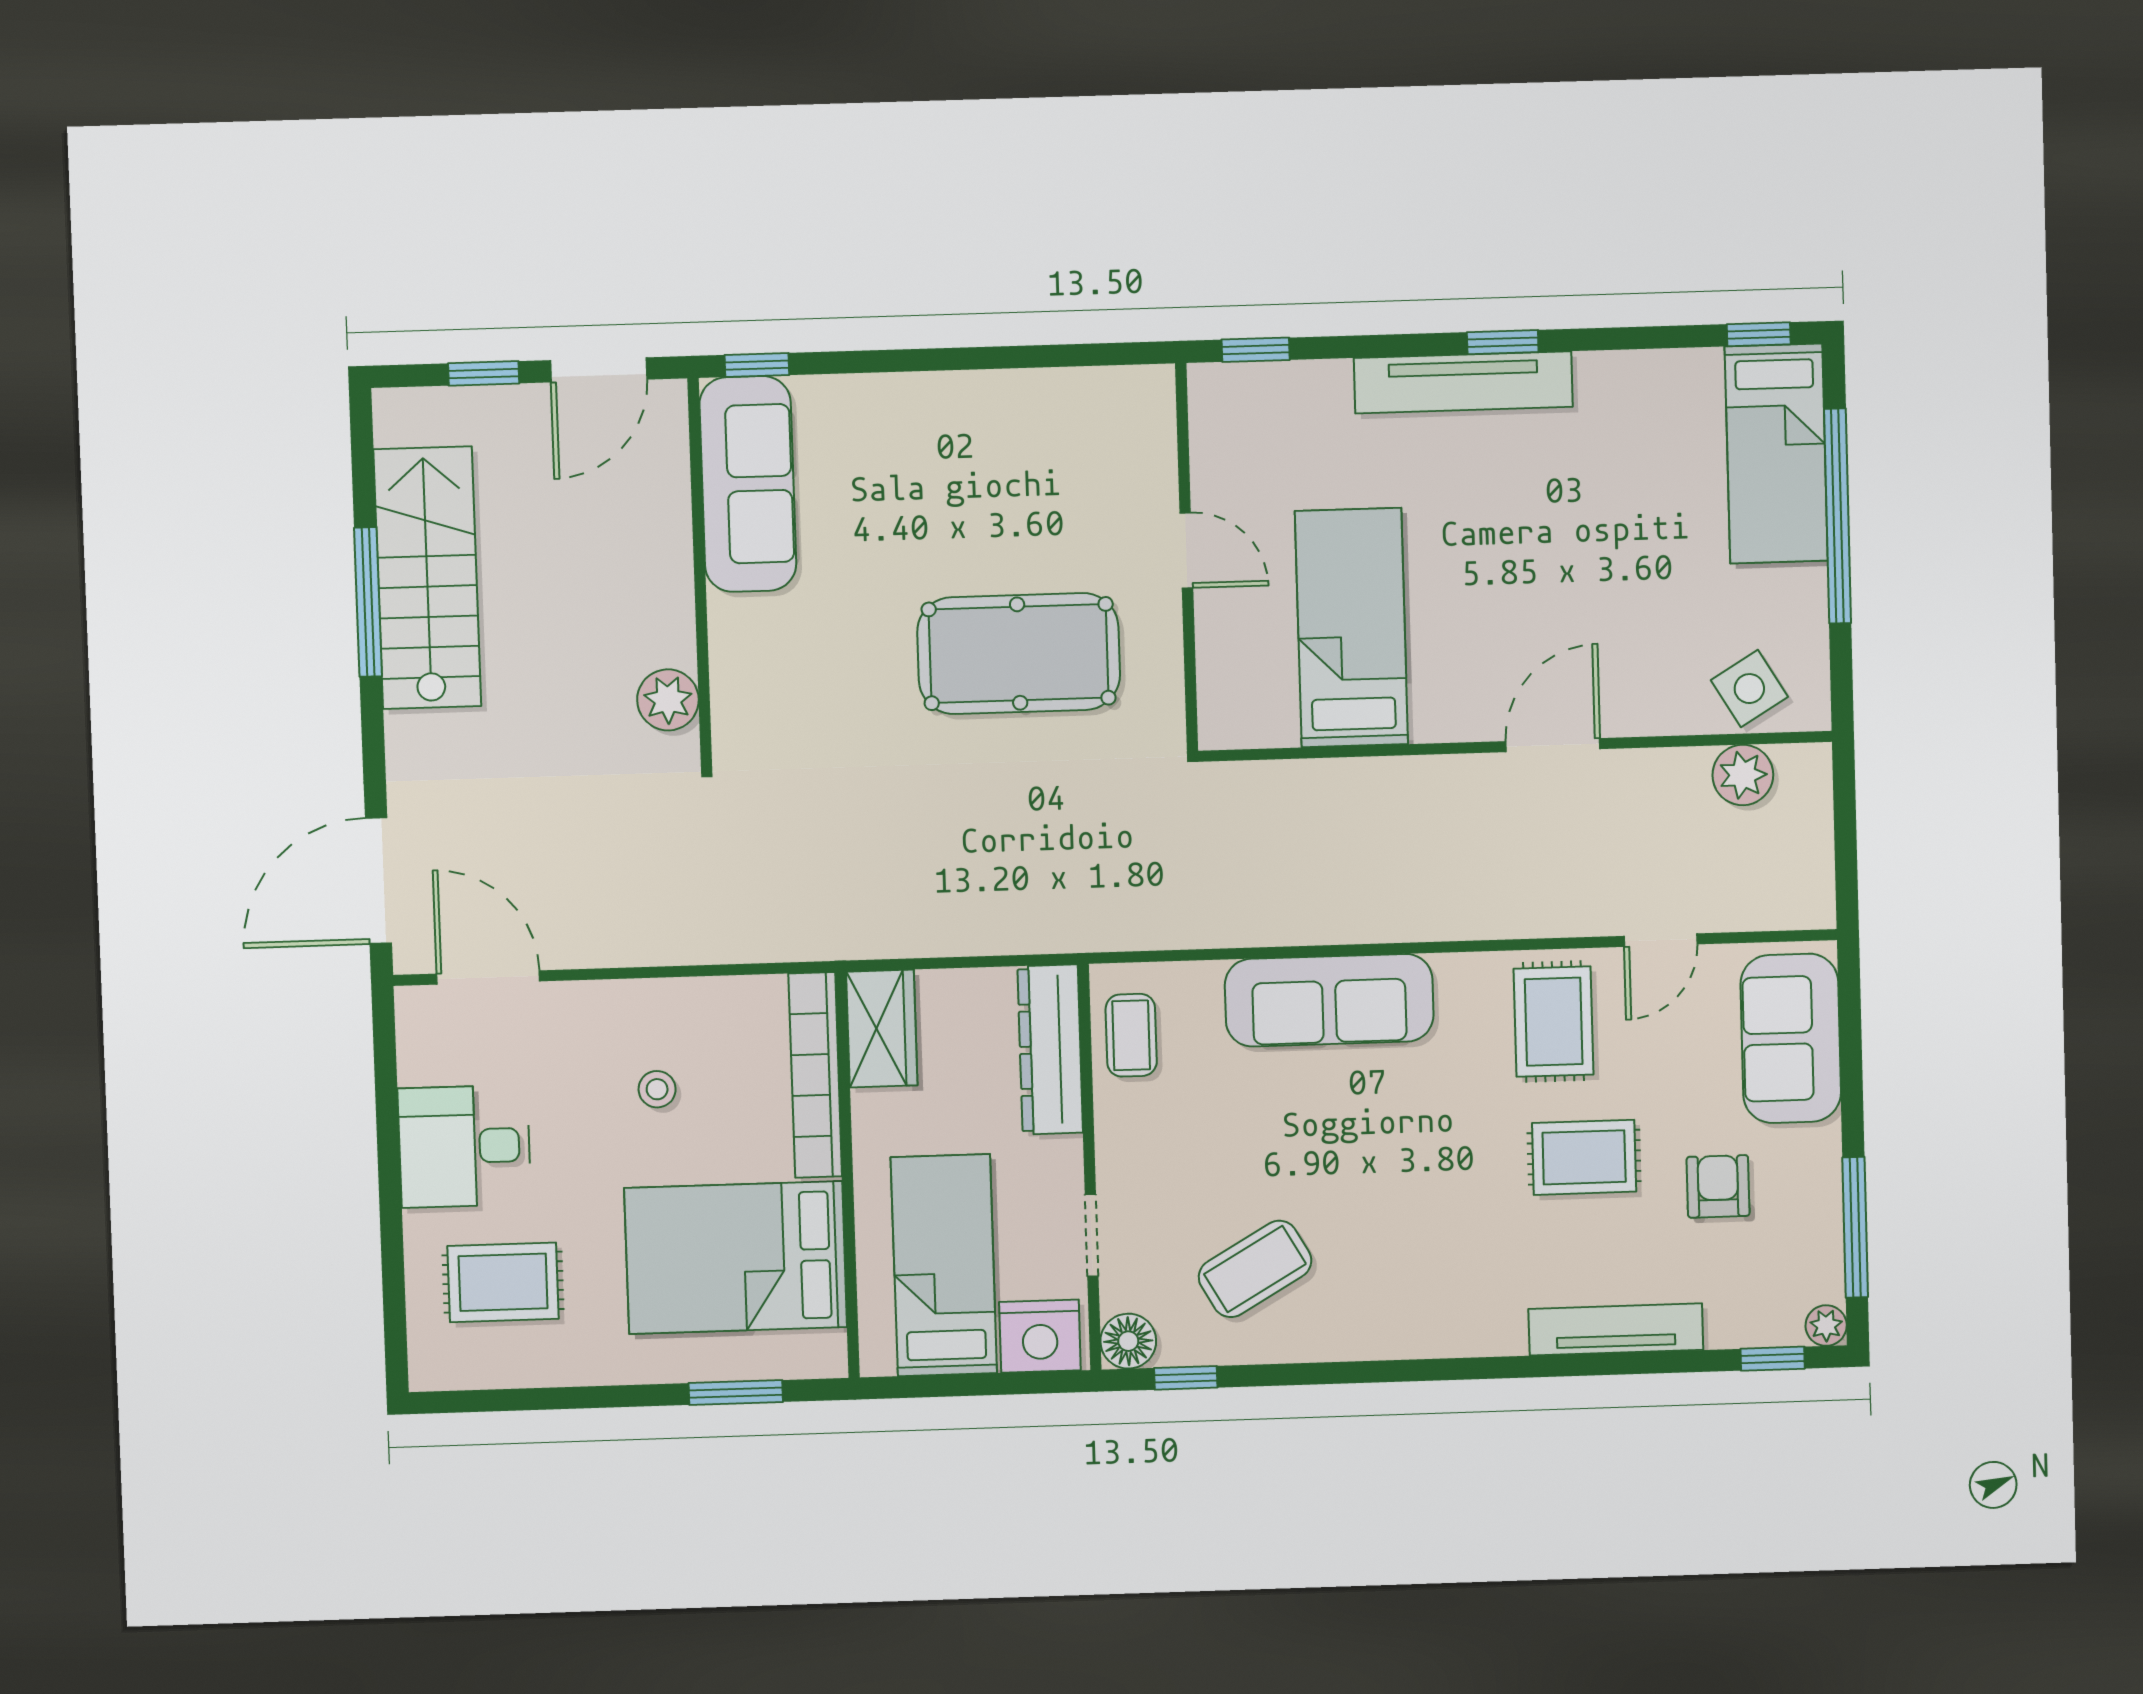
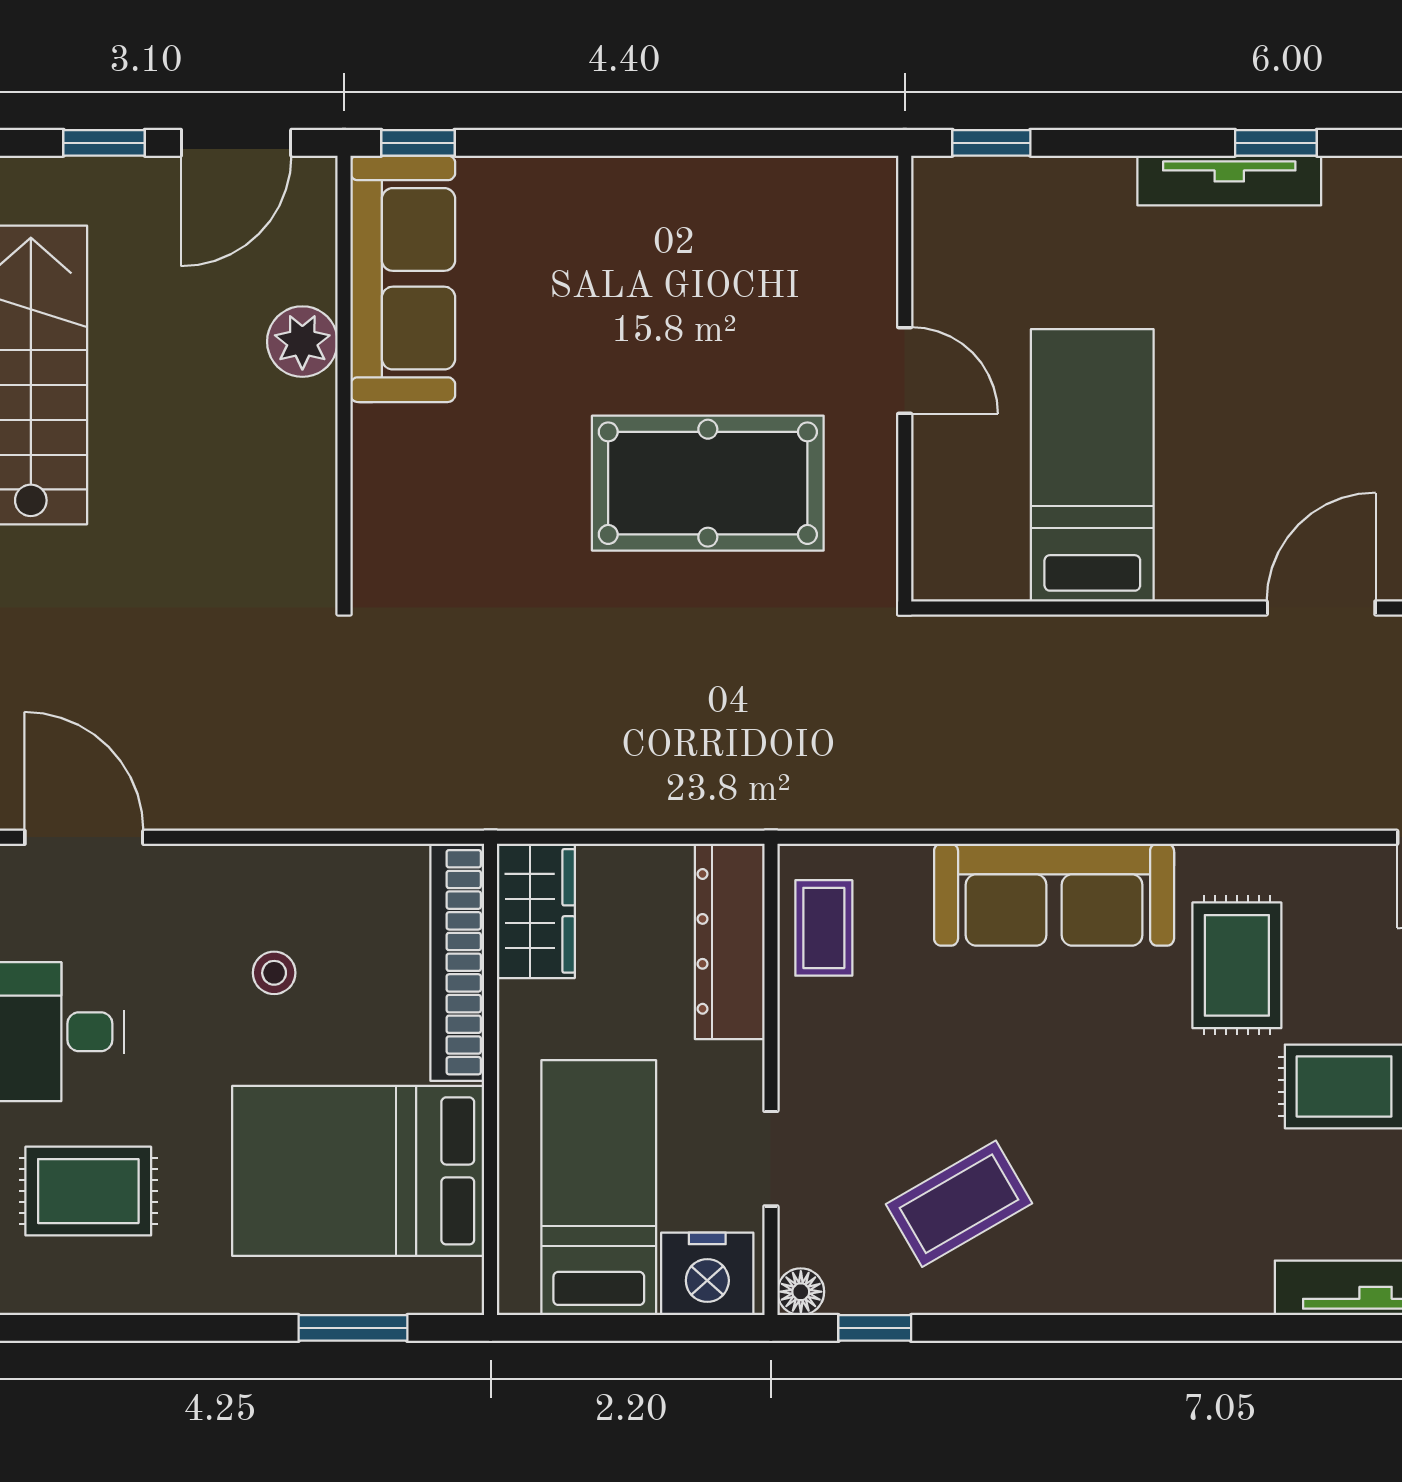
tv unit: (1463, 382) -> (1229, 180), width x0.73, depth x0.78
plant: (668, 700) -> (302, 342), moved
rug: (1554, 1022) -> (1237, 965), moved
floor lamp: (1128, 1341) -> (801, 1292), width x0.73, depth x0.73

